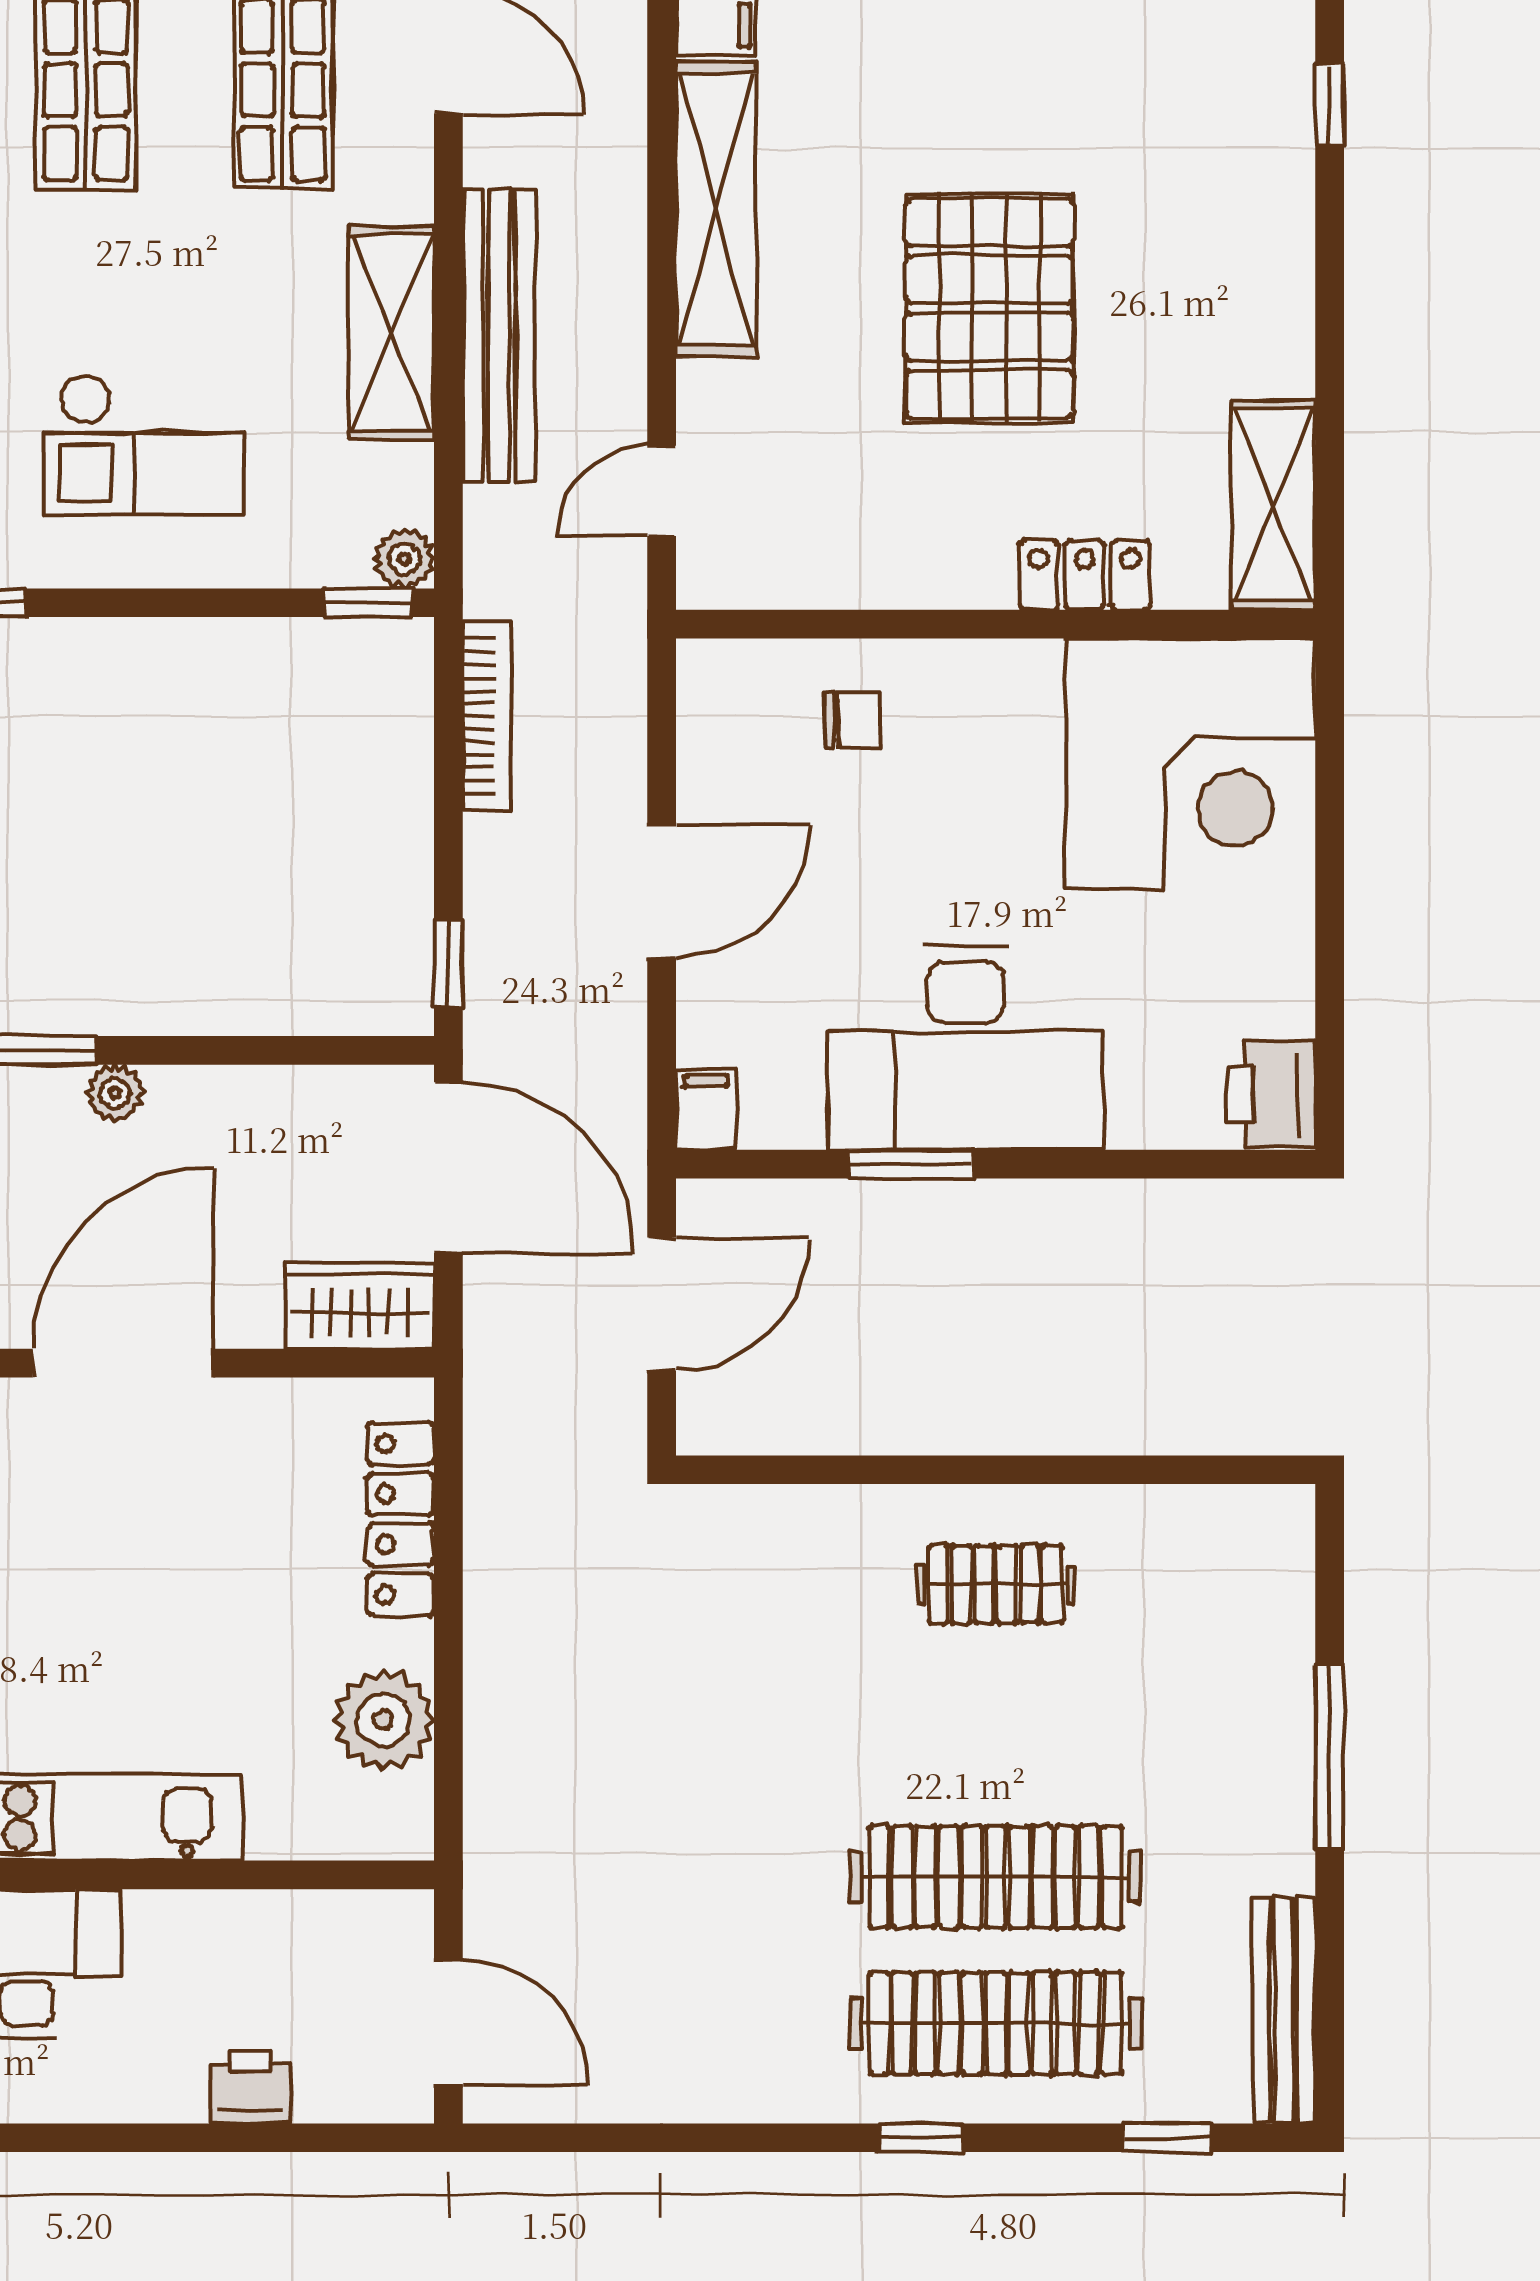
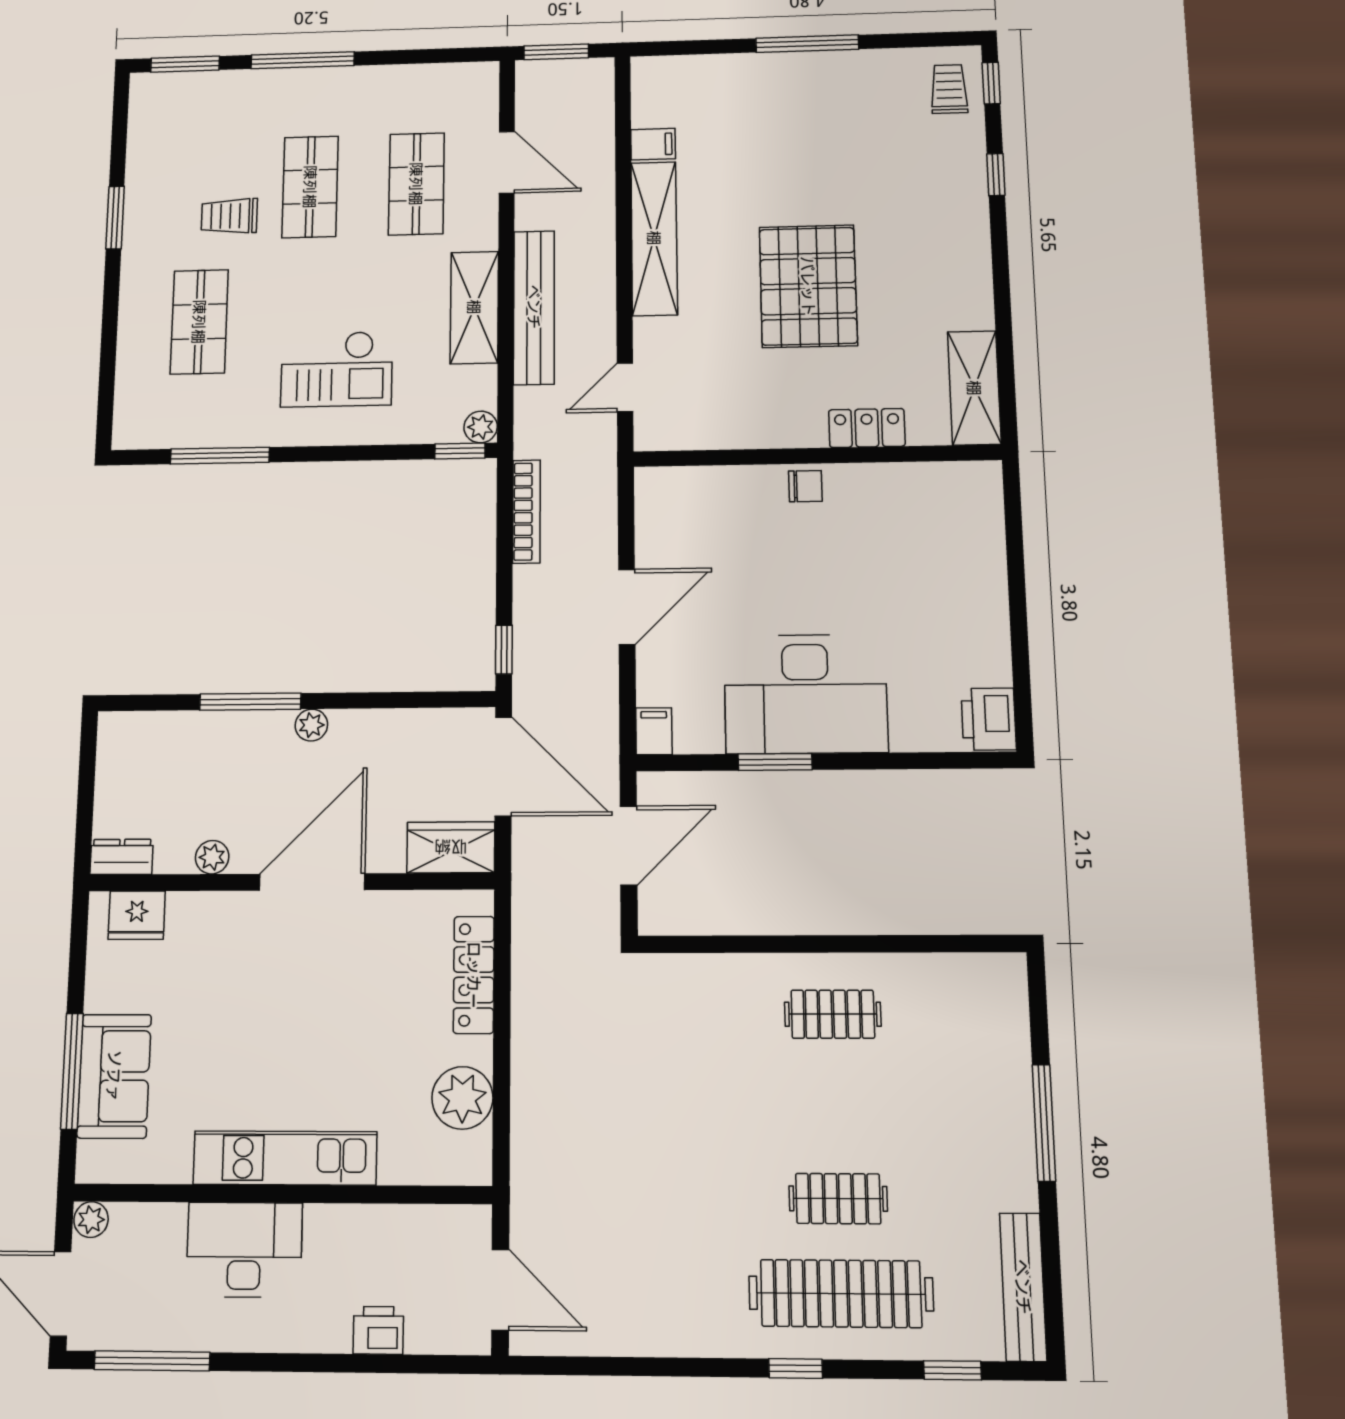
chair: (853, 720) -> (805, 486), moved
corner desk: (1190, 763) -> (932, 531), removed
clothes rail: (996, 1877) -> (838, 1199), width x0.54, depth x0.76

